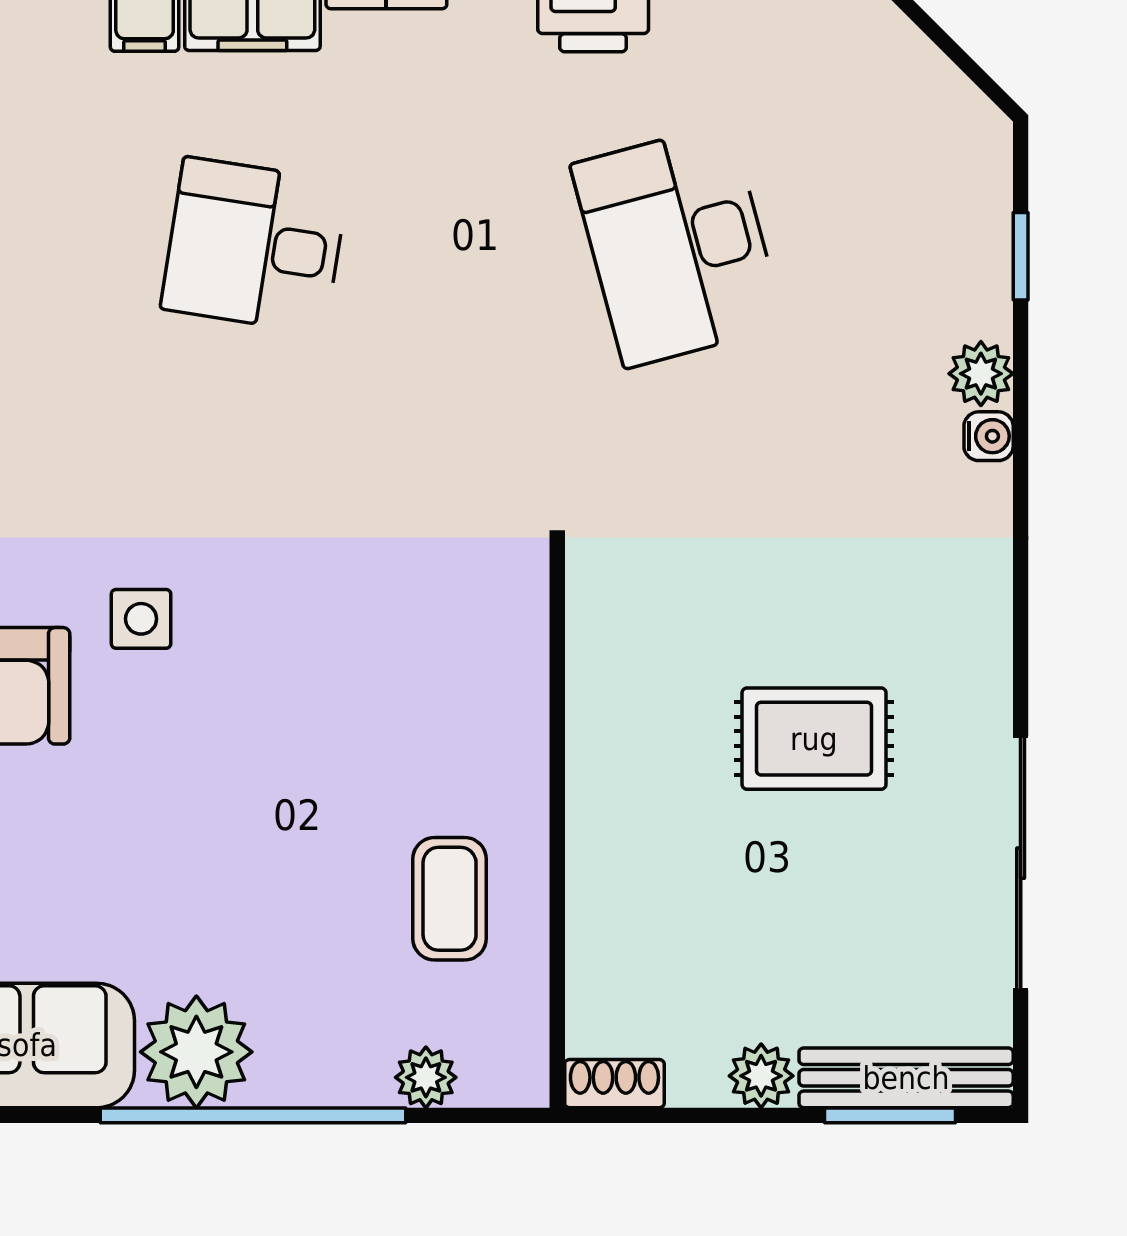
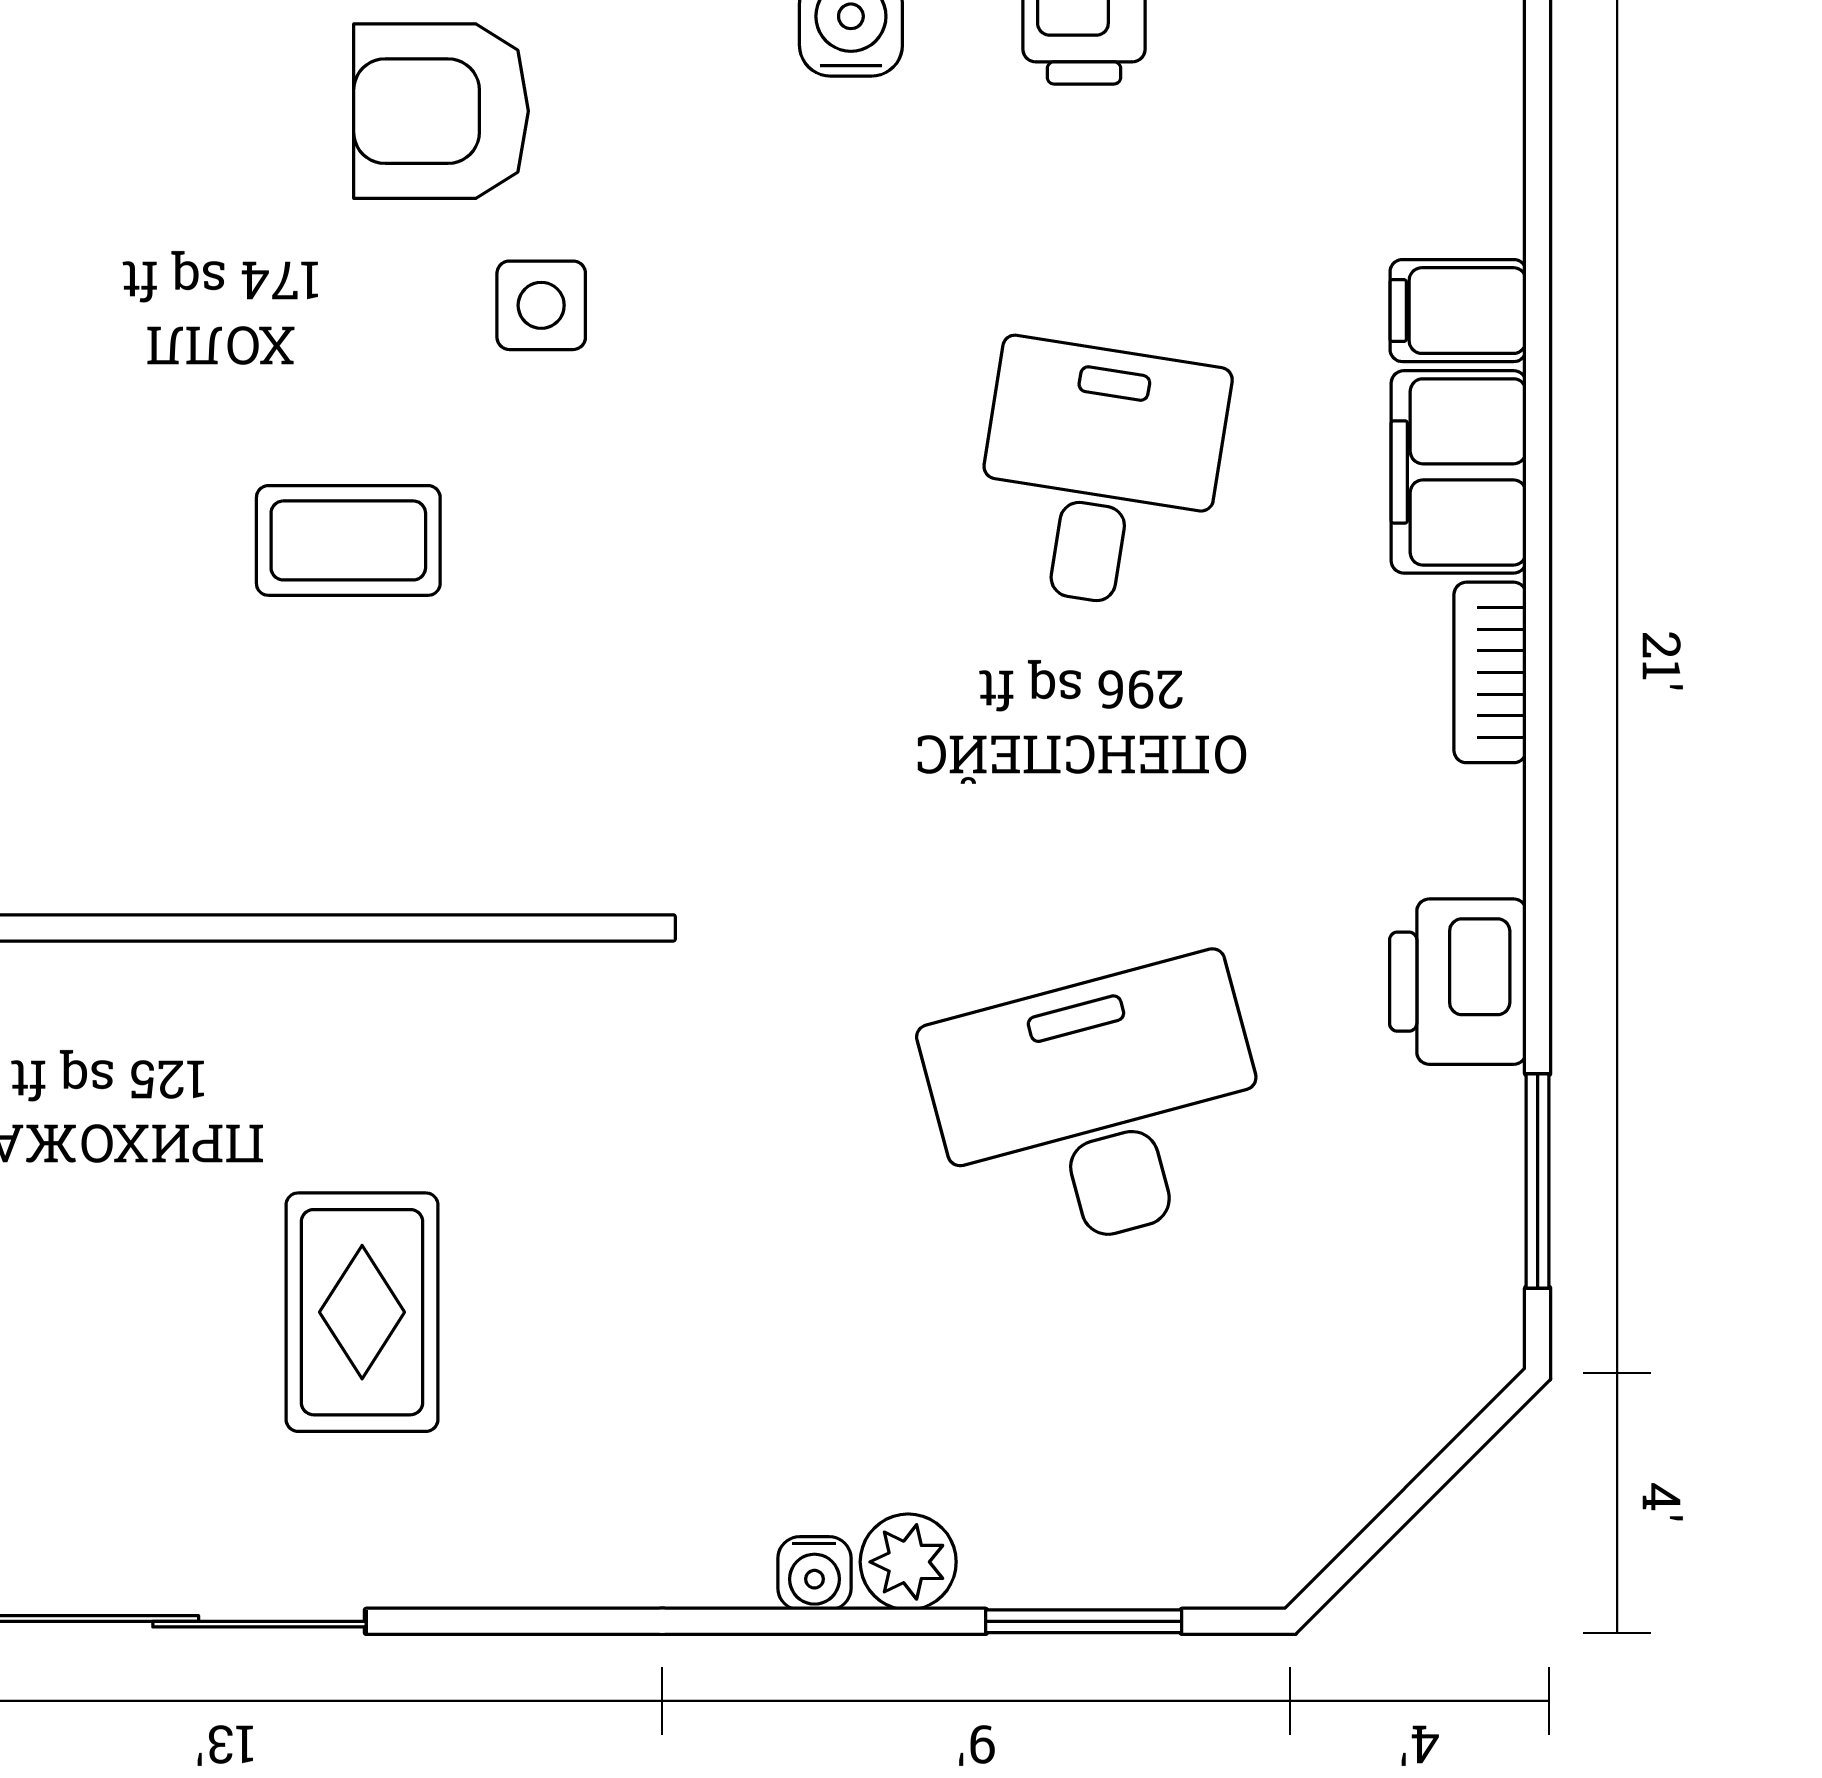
window: (1021, 256) -> (1084, 1621), width x1.50
coffee table: (450, 899) -> (348, 540), moved

